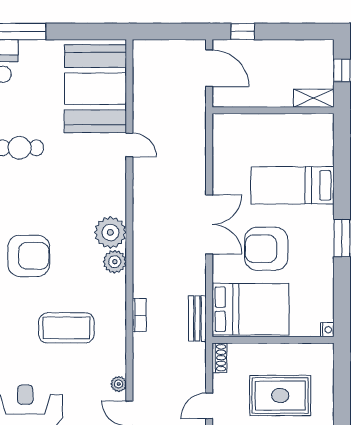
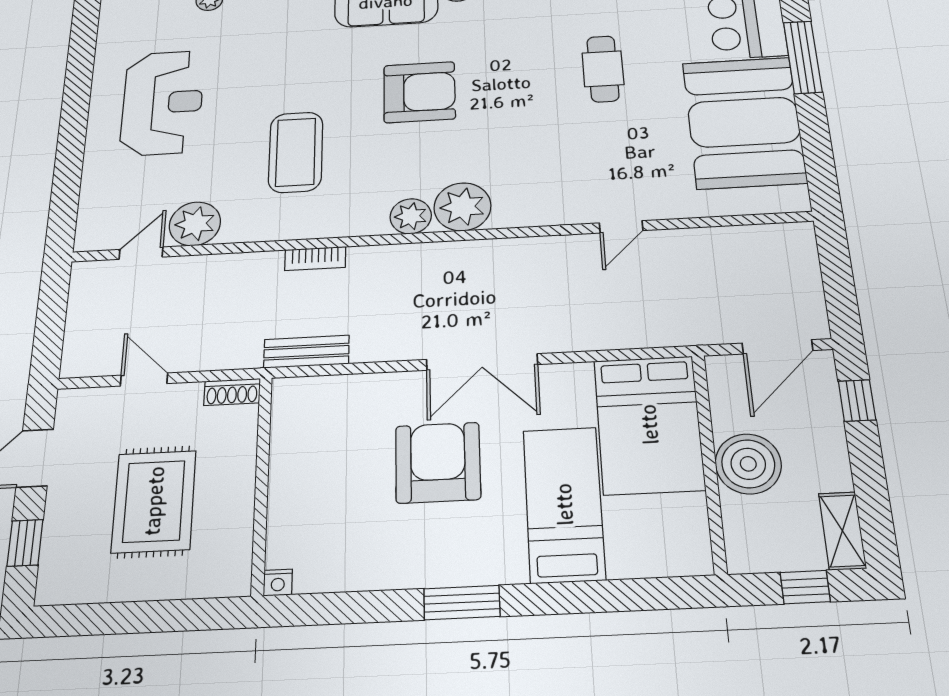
booth: (95, 89) -> (744, 122), moved, turned 90
boiler: (275, 91) -> (748, 464), added
shelving: (314, 98) -> (842, 531), moved
armchair: (29, 256) -> (419, 92), turned -90
bed: (250, 309) -> (649, 424), moved
plant: (119, 384) -> (195, 224), width x1.87, depth x1.87

